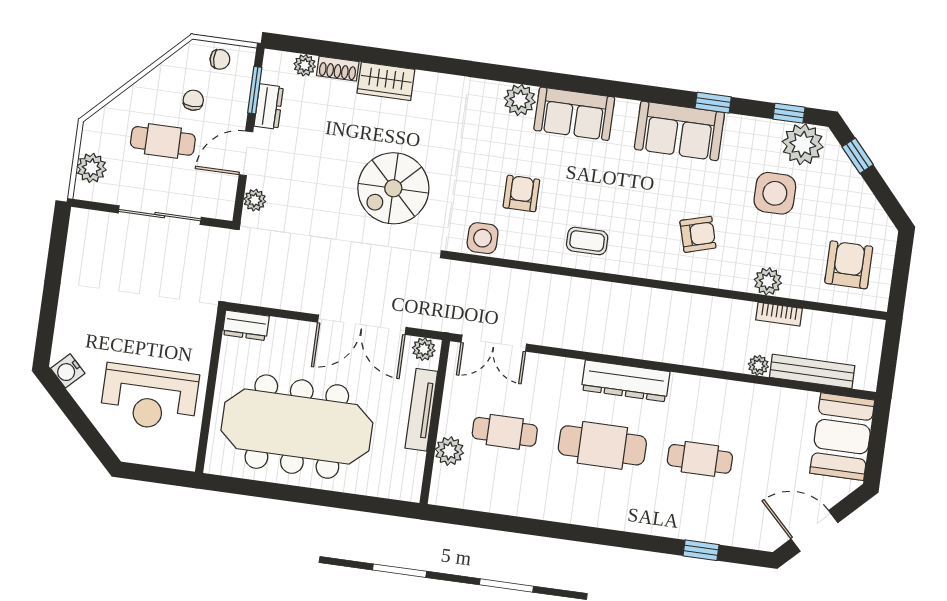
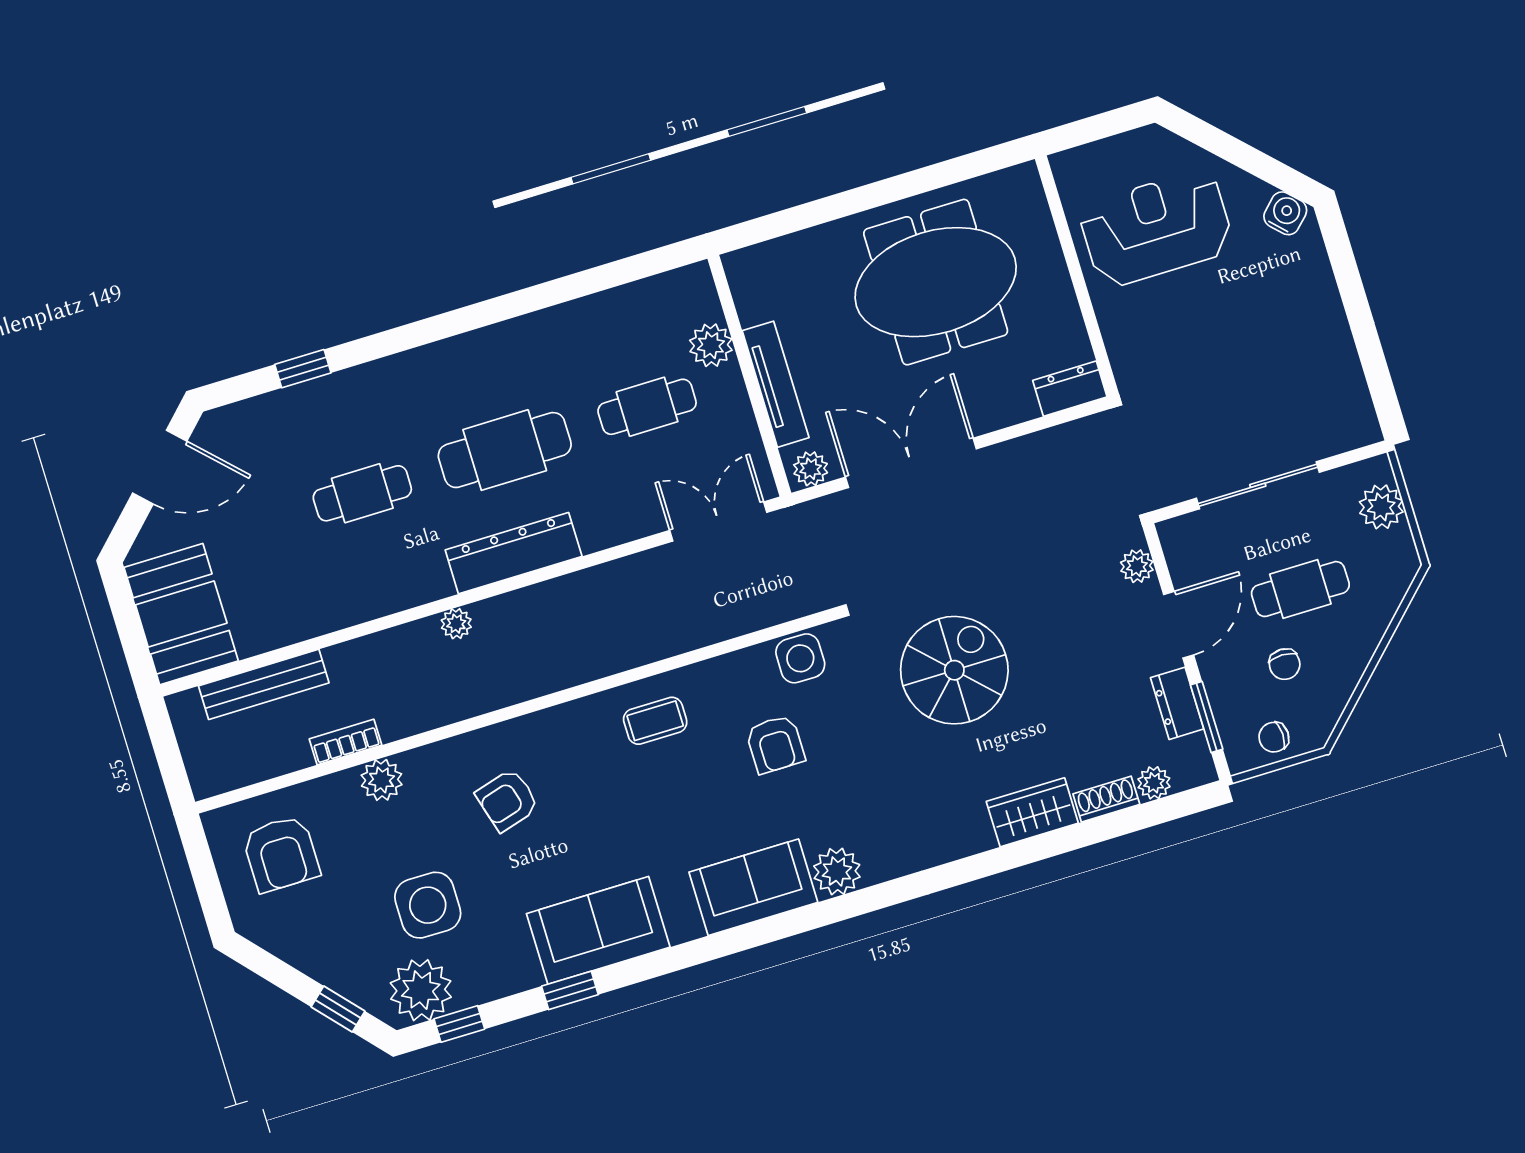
plant: (758, 365) -> (456, 624), moved
meeting table: (297, 427) -> (936, 282), width x0.73

